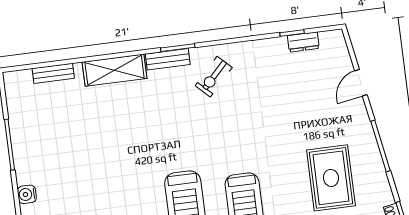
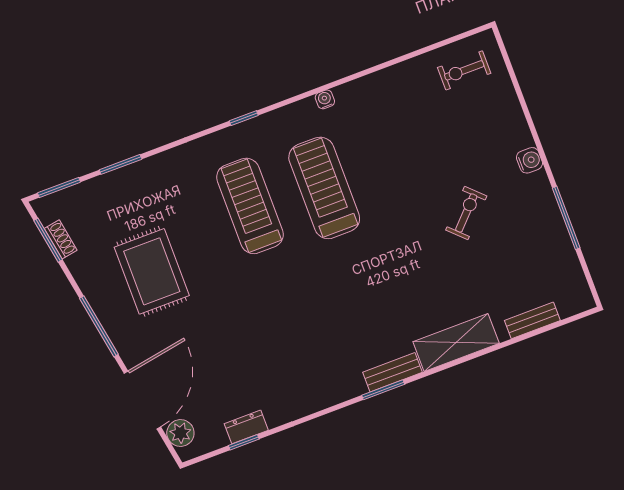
dresser: (303, 42) -> (246, 427), moved
plant: (338, 51) -> (180, 433), added
exercise bike: (214, 77) -> (466, 213), moved
door: (361, 83) -> (142, 400), width x1.87

